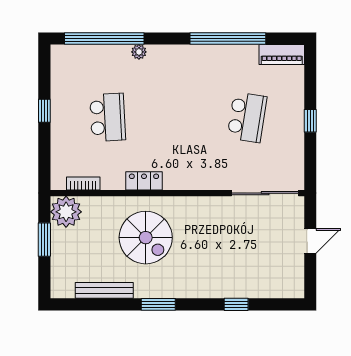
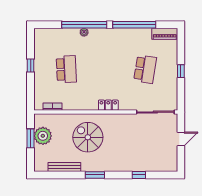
window: (104, 39) -> (84, 25), moved
locker: (144, 181) -> (108, 105), moved
plant: (66, 212) -> (43, 136), moved
spiral stairs: (146, 238) -> (88, 137), turned 180

